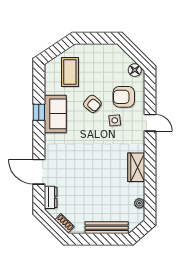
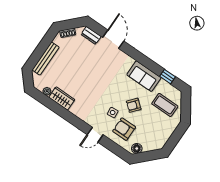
armchair: (124, 97) -> (124, 129), turned -90
window: (39, 112) -> (168, 77), moved
wardrobe: (136, 167) -> (62, 98), moved
door: (39, 172) -> (113, 39), hinge flipped

